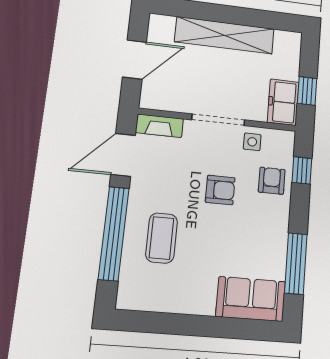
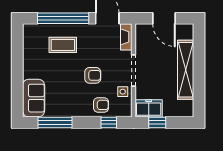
armchair: (220, 190) -> (93, 75), turned -90

